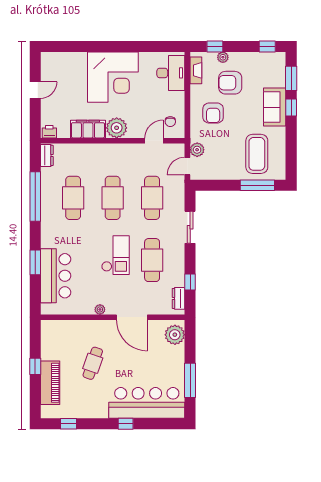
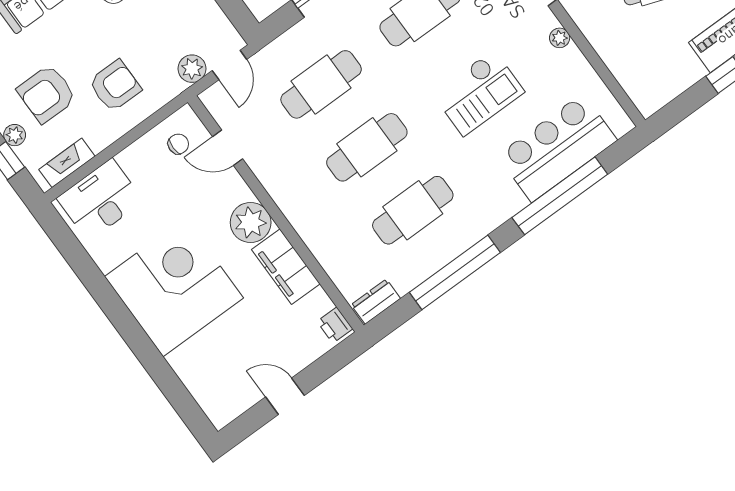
armchair: (230, 83) -> (47, 94), turned 90
door: (187, 166) -> (229, 65), hinge flipped
checkout: (115, 255) -> (478, 93), moved, turned 180
window: (35, 262) -> (560, 196), width x2.11

